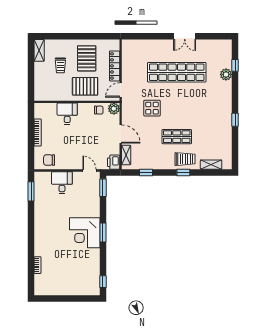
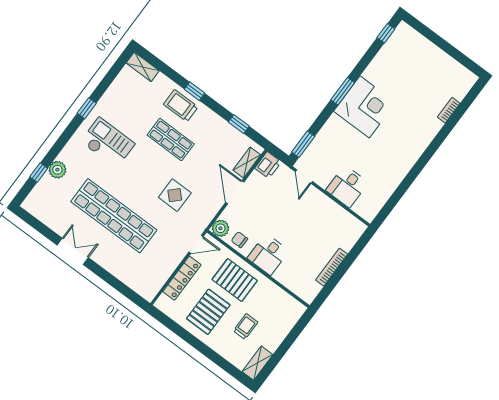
checkout: (210, 109) -> (108, 143), added
desk: (67, 114) -> (268, 255), moved
chair: (49, 160) -> (342, 224), removed
shelving: (211, 165) -> (143, 67), moved
window: (31, 191) -> (391, 203), removed

